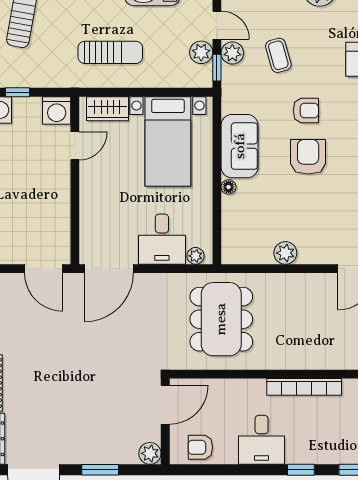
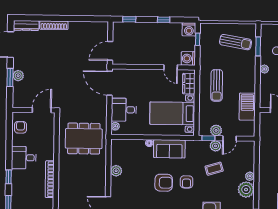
door: (165, 405) -> (42, 110), swing flipped
plant: (150, 453) -> (18, 76), moved

